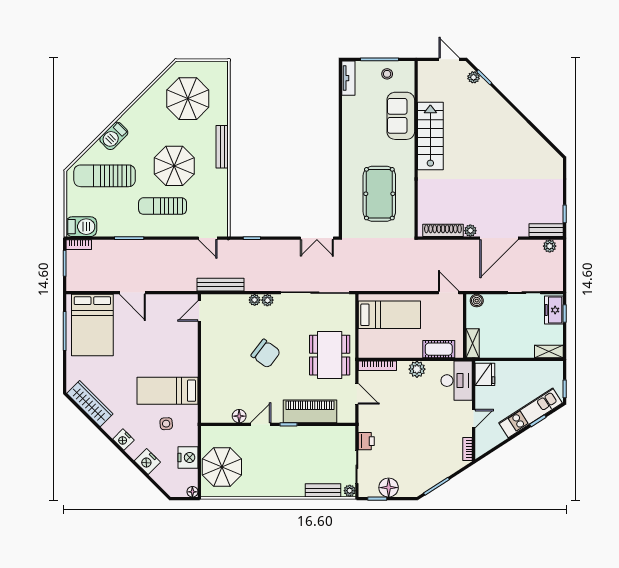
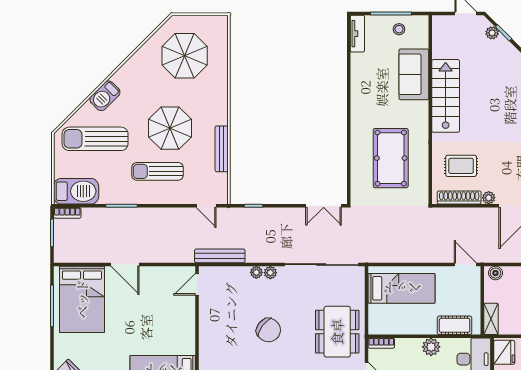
bench: (222, 147) -> (222, 149), moved
rug: (445, 201) -> (461, 166), added
barbecue: (81, 227) -> (76, 191), width x1.37, depth x1.21
bookcase: (377, 366) -> (381, 343), width x0.64

